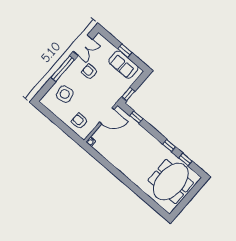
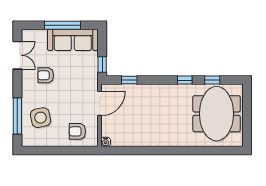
window: (125, 51) -> (62, 25), width x2.17
sofa: (123, 65) -> (73, 40), width x1.36
window: (63, 69) -> (17, 116), moved

